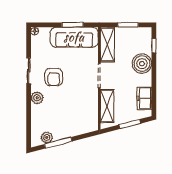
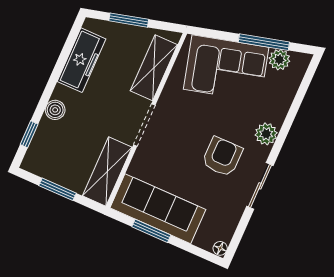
boiler: (142, 64) -> (55, 110), width x0.54, depth x0.54
freezer: (144, 98) -> (82, 60), width x1.40
corner sofa: (71, 122) -> (226, 68), added

